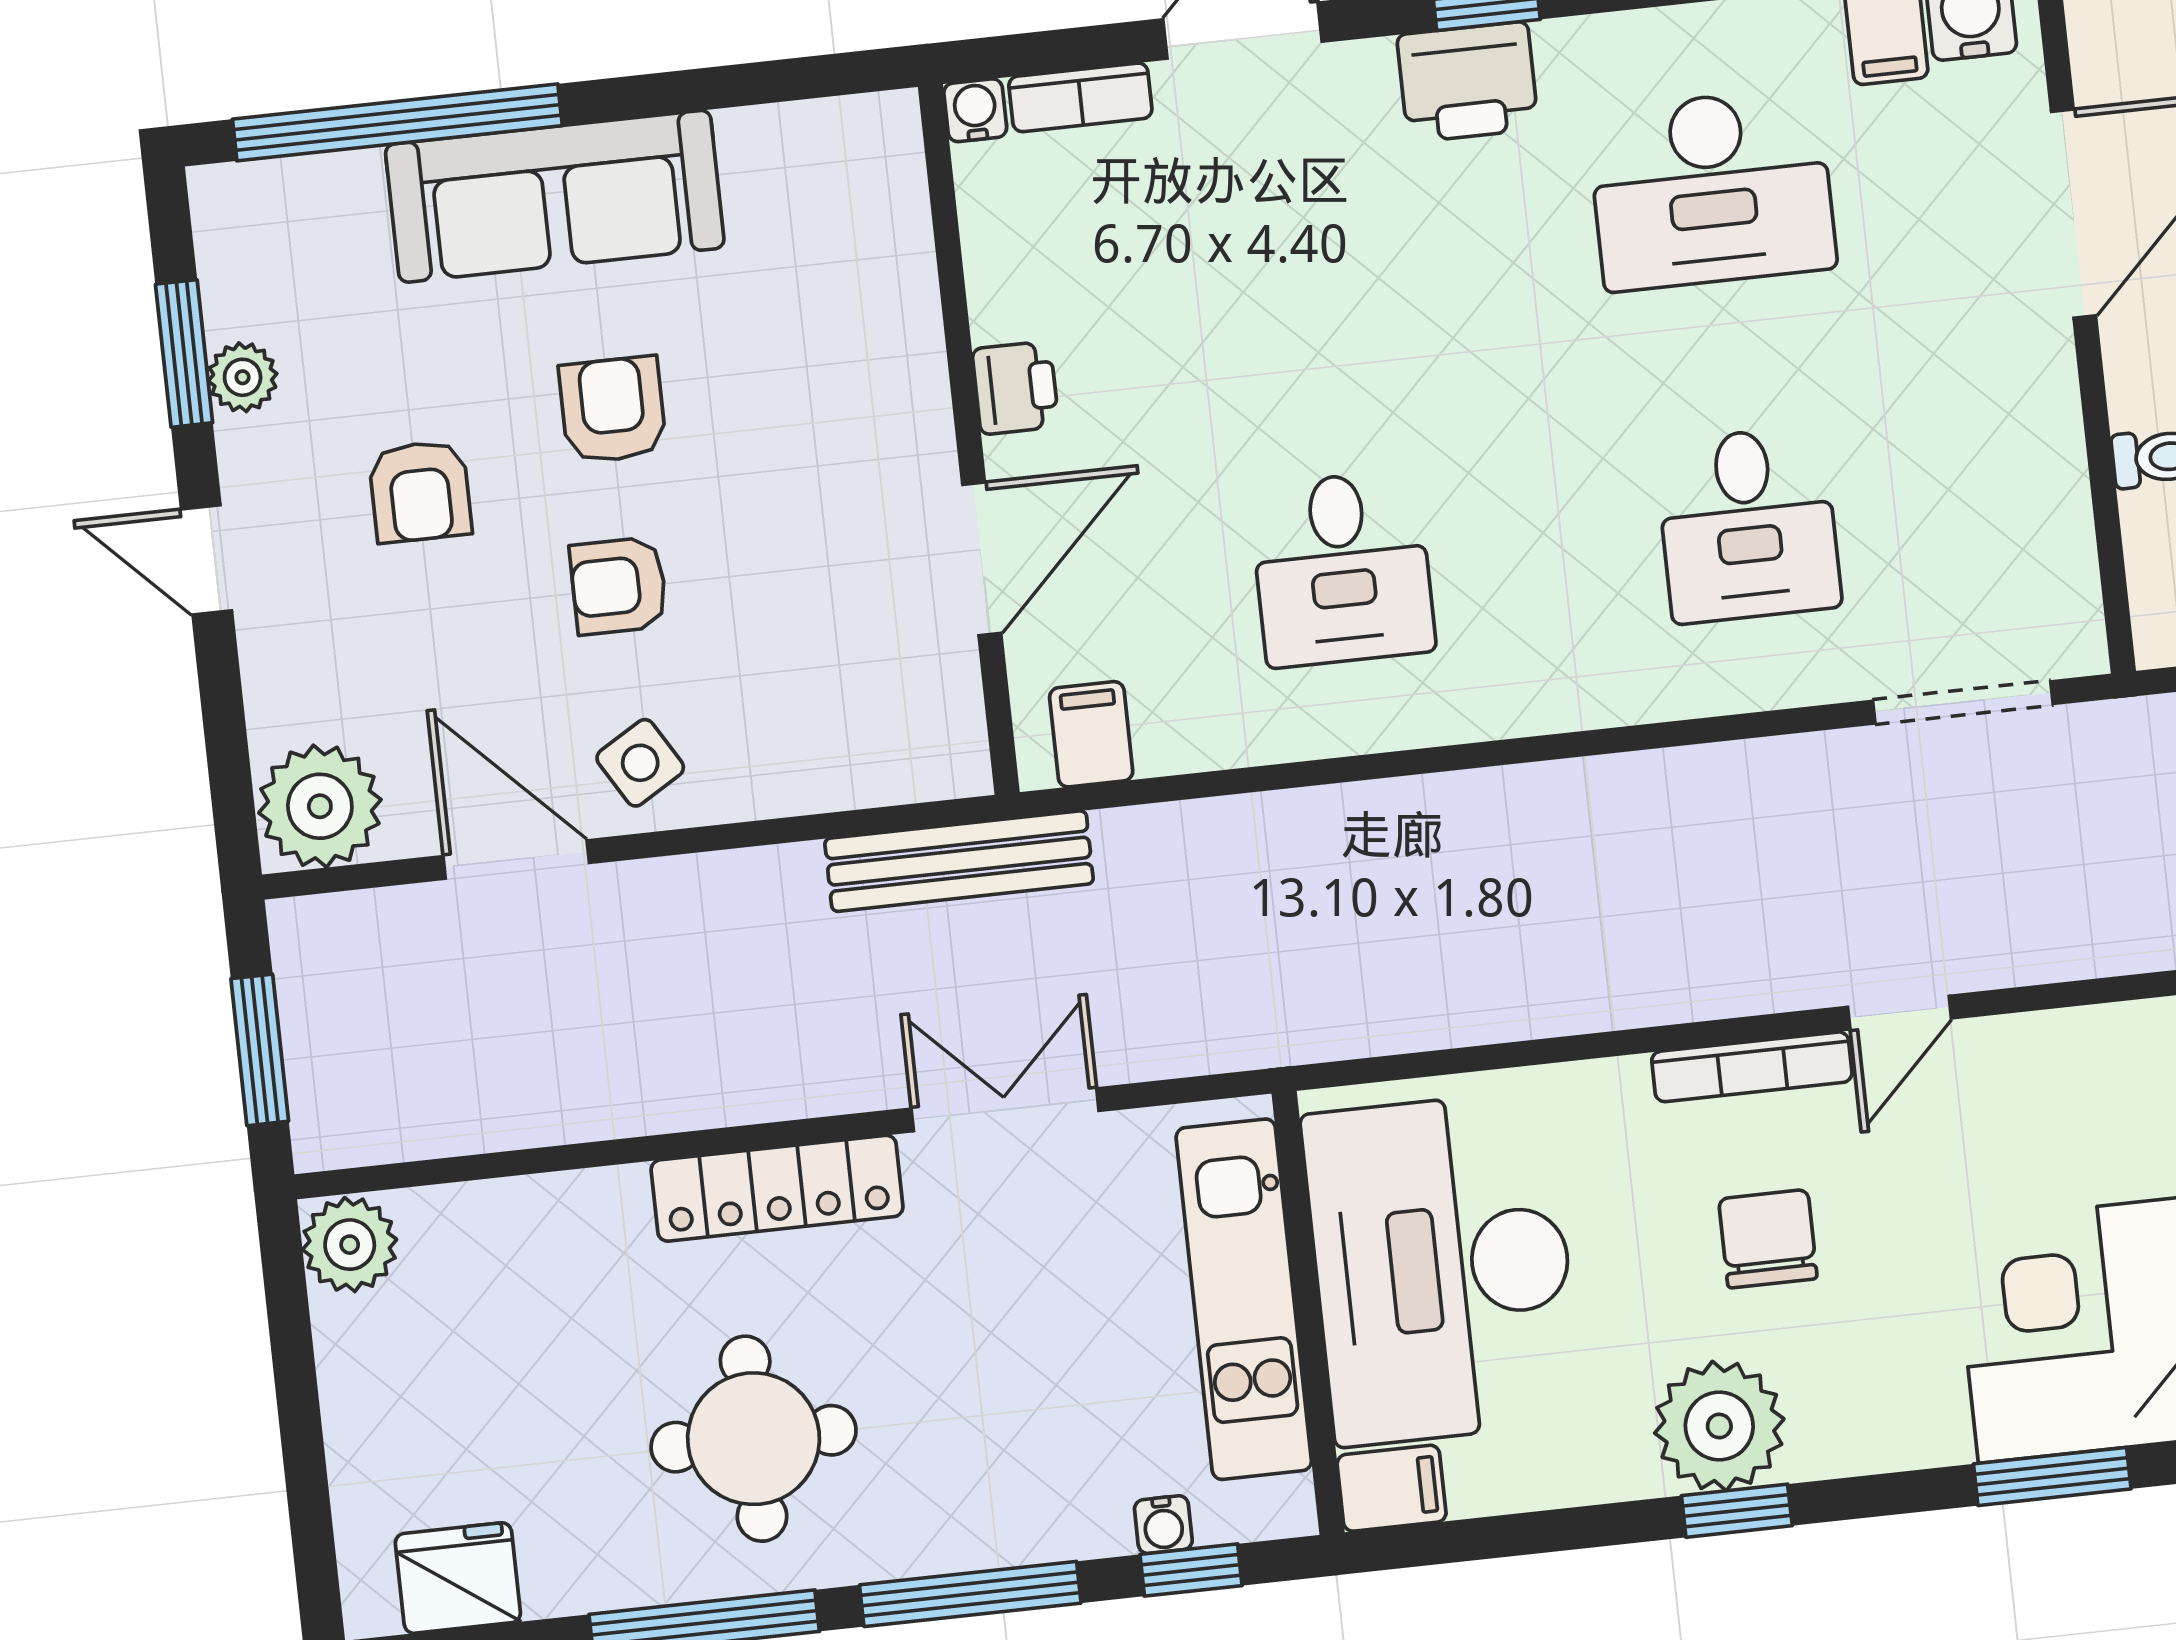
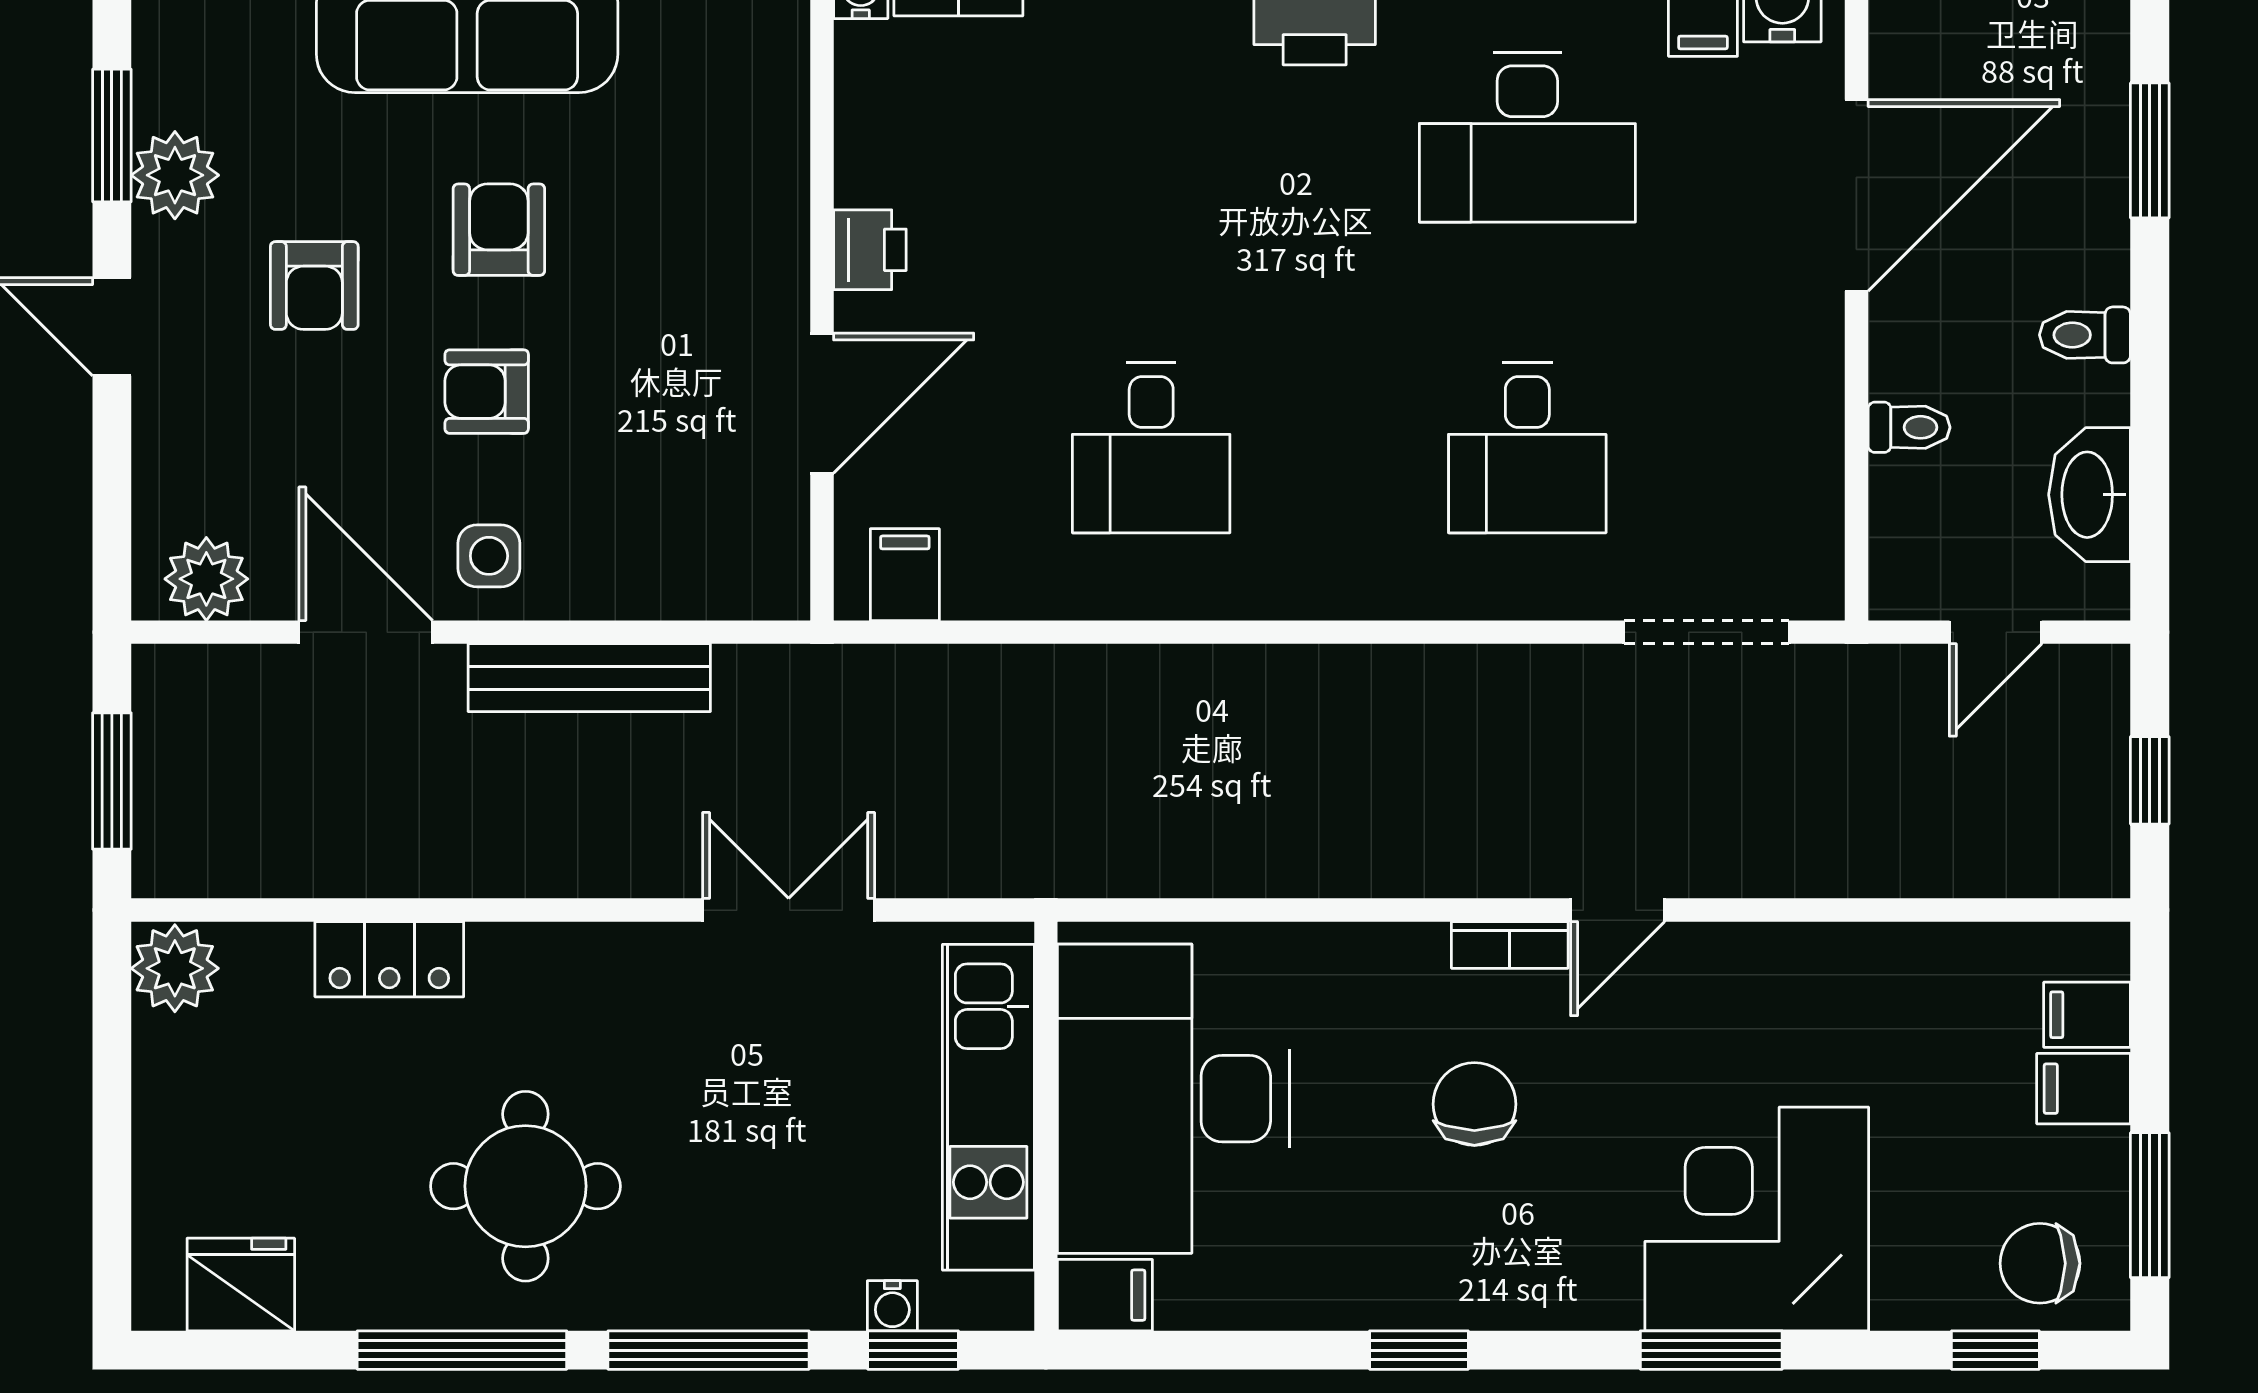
plant: (243, 377) -> (175, 175), width x1.38, depth x1.38
side table: (640, 763) -> (489, 556), turned 31
plant: (320, 806) -> (206, 579), width x0.73, depth x0.73
bench: (959, 861) -> (589, 678), moved
bookcase: (1752, 1067) -> (1510, 945), width x0.64
locker: (777, 1188) -> (389, 959), moved, width x0.66
plant: (1719, 1426) -> (1411, 1271), removed

